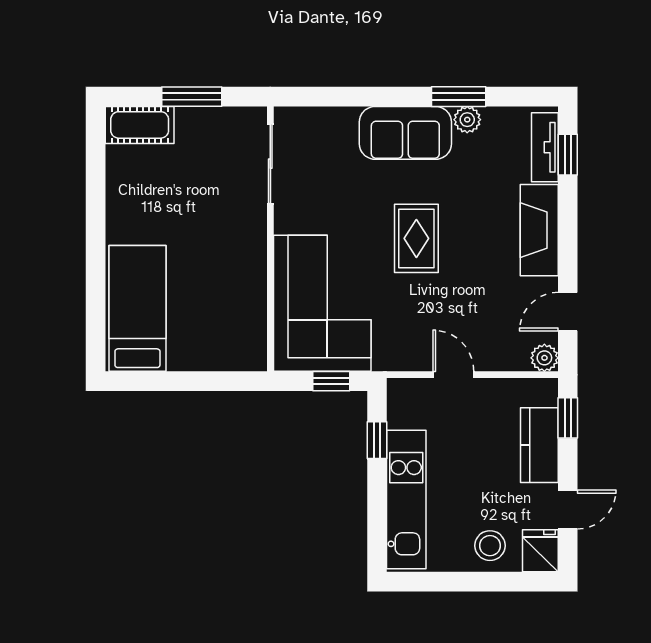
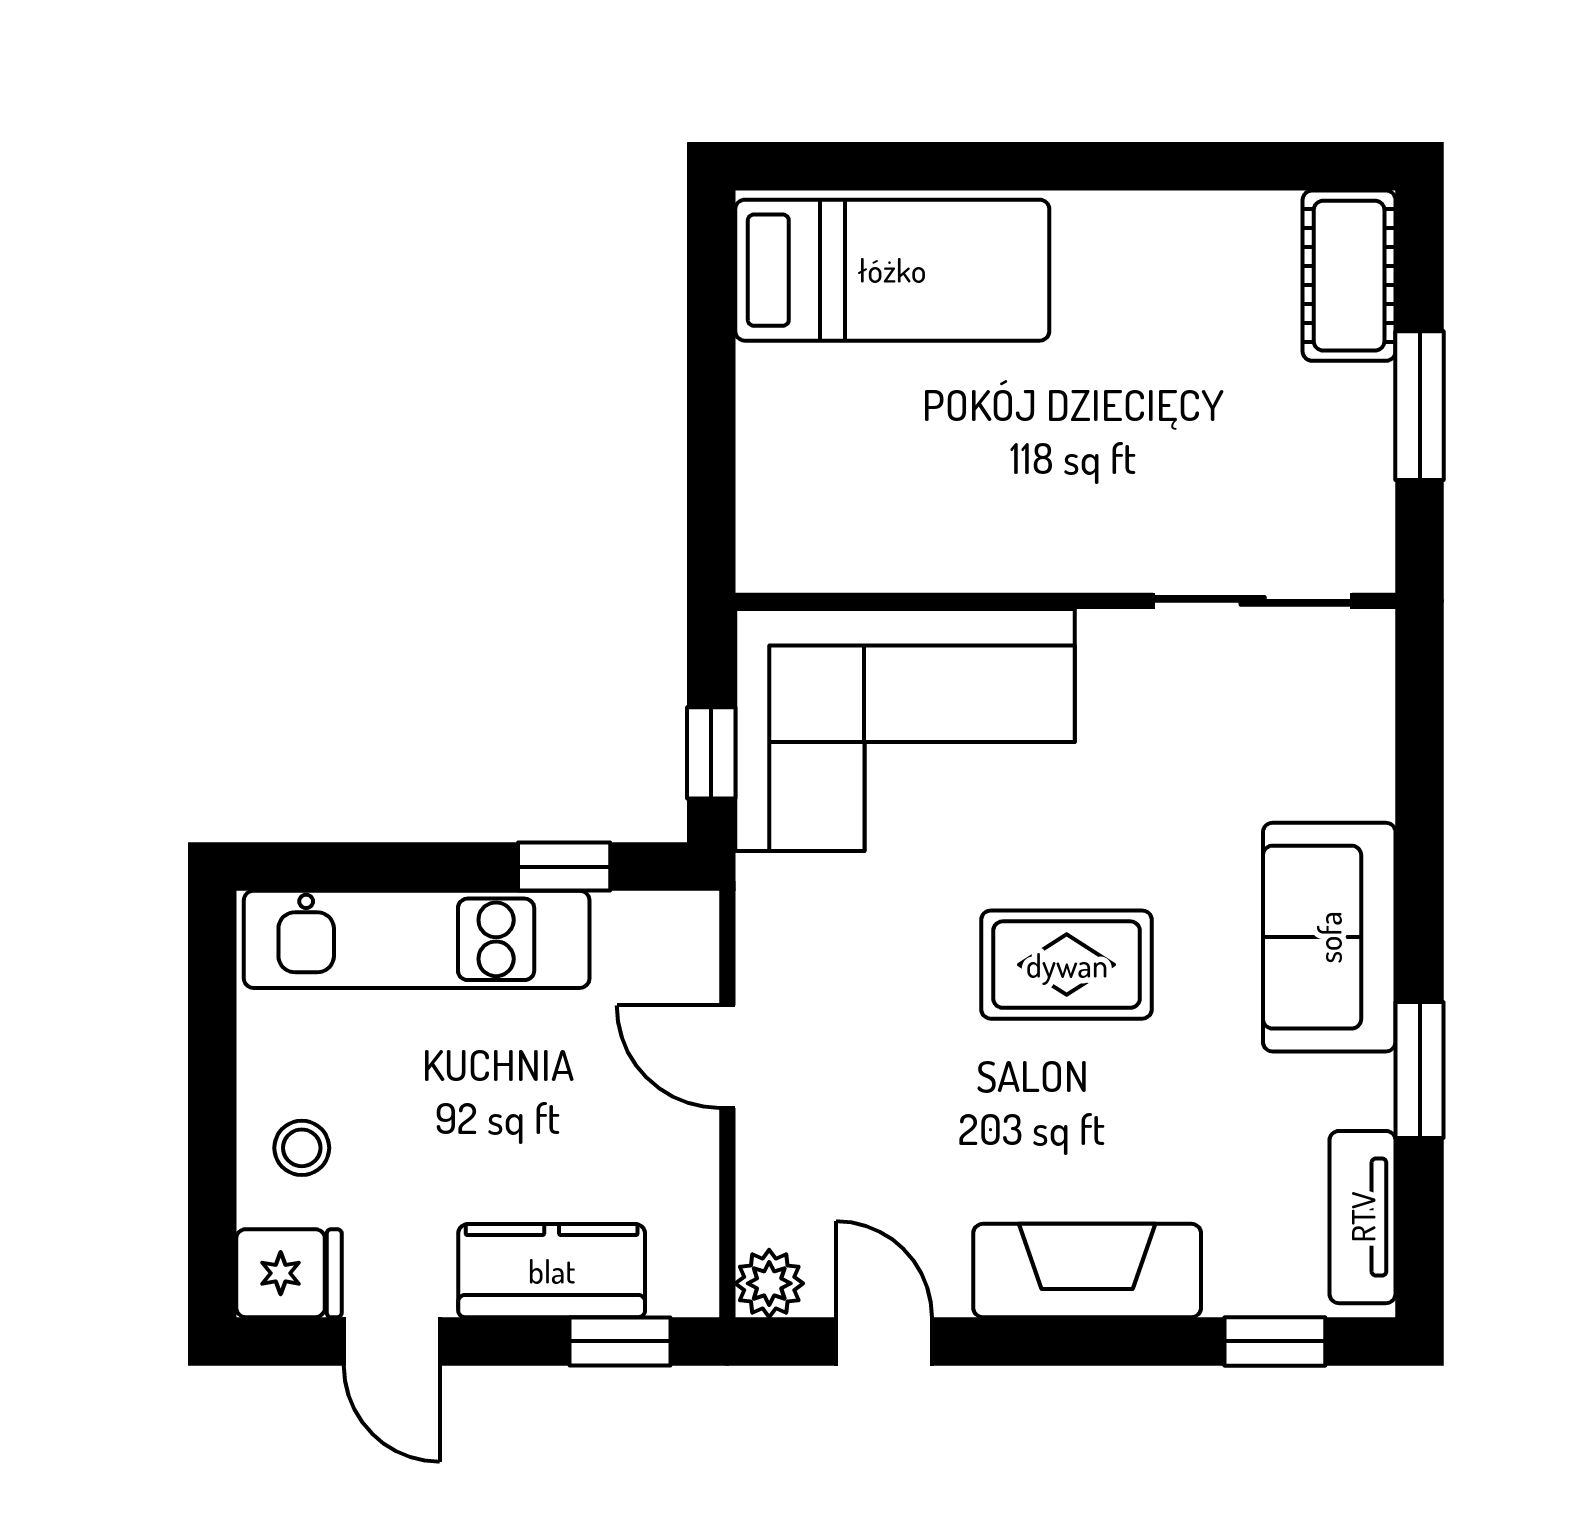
plant: (467, 120) -> (1362, 1091), removed
tv unit: (545, 147) -> (1363, 1217), moved, turned -90
door: (453, 375) -> (727, 1057), swing flipped
stool: (490, 546) -> (302, 1148), width x0.73, depth x0.73

